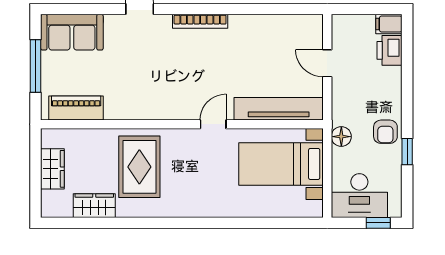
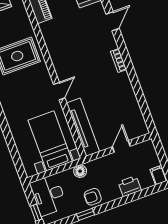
bookcase: (200, 21) -> (118, 60), width x0.64
printer: (389, 50) -> (130, 186), moved
door: (213, 124) -> (59, 91), hinge flipped

